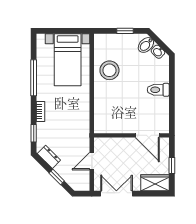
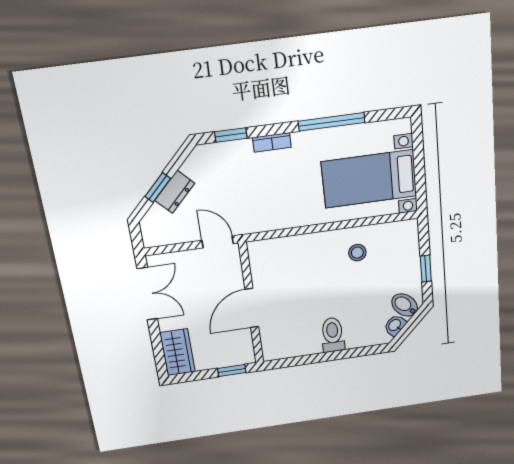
stool: (109, 70) -> (357, 253), width x0.53, depth x0.53
door: (147, 135) -> (252, 308), moved
dresser: (49, 157) -> (175, 192), moved
door: (92, 161) -> (218, 242), moved
window: (172, 165) -> (232, 371), moved

